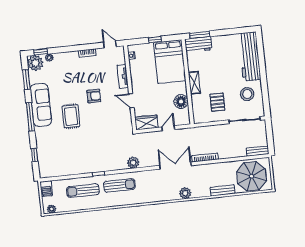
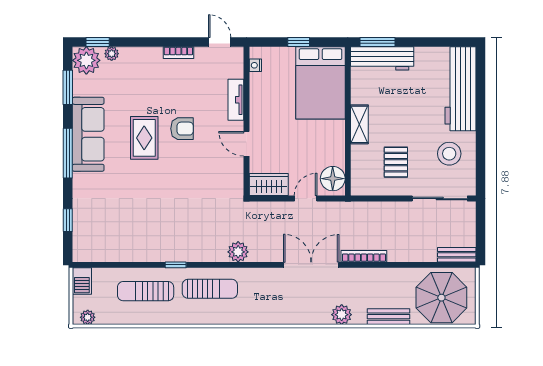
workbench: (198, 44) -> (382, 58), width x1.38
floor lamp: (181, 102) -> (333, 179), moved
rug: (71, 116) -> (144, 138), moved
plant: (185, 193) -> (342, 315), moved

